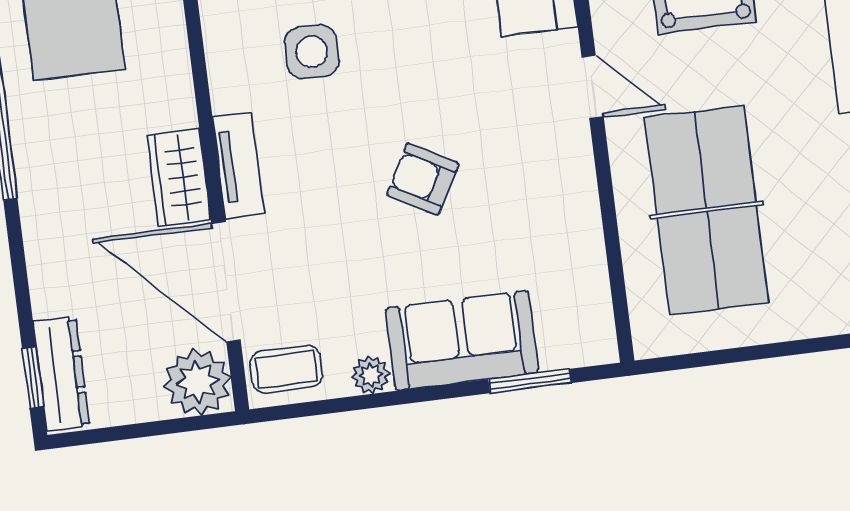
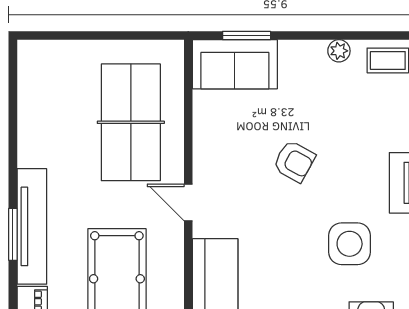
side table: (312, 52) -> (350, 244), width x1.37, depth x1.37
sofa: (462, 340) -> (235, 64), moved

